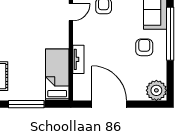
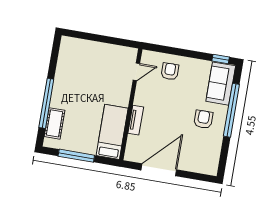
plant: (156, 90) -> (208, 164), removed
door: (109, 104) -> (159, 170), hinge flipped

